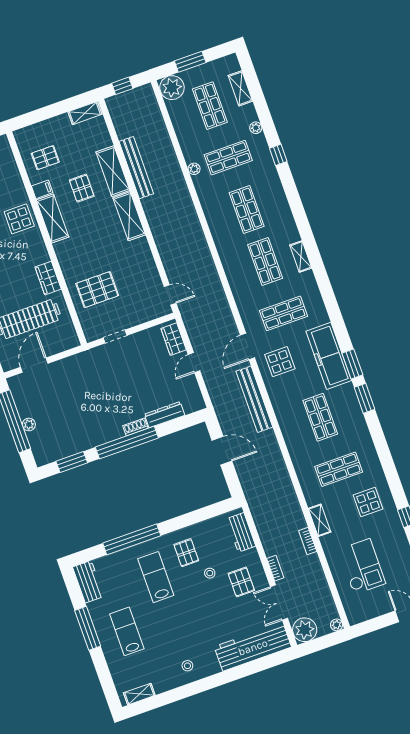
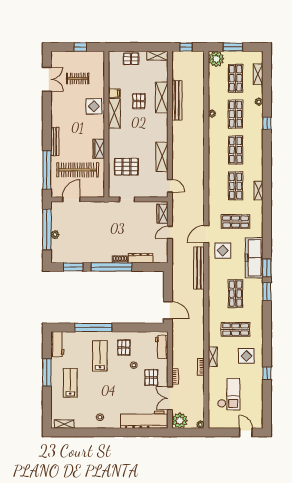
pallet: (45, 158) -> (131, 59), moved
shop shelf: (228, 158) -> (236, 114), turned 90
shelving: (129, 216) -> (162, 157), moved
door: (222, 451) -> (168, 310), moved

